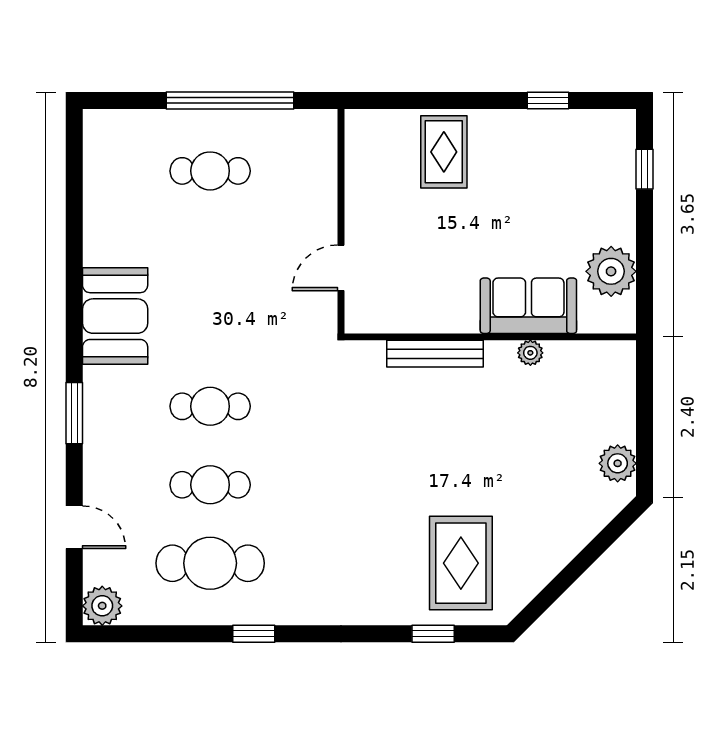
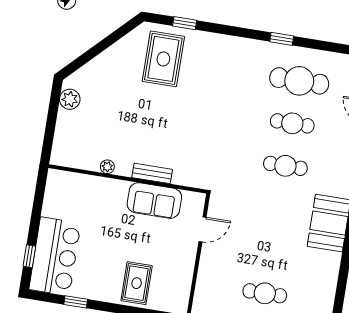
bar counter: (599, 176) -> (55, 256), added
plant: (611, 271) -> (57, 204), removed
sofa: (528, 306) -> (154, 200), moved
bench: (435, 354) -> (152, 173), width x0.73

